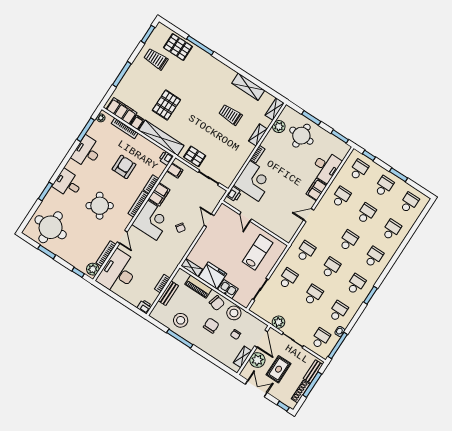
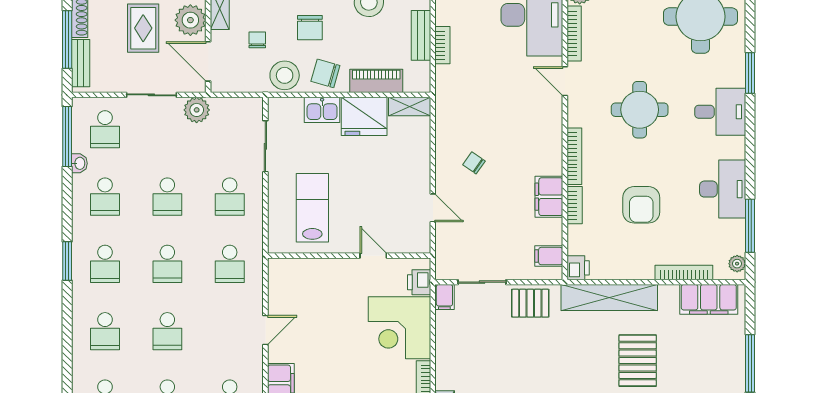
filing cabinet: (137, 122) -> (444, 297), moved
round table: (100, 206) -> (640, 110), turned 33
corner desk: (152, 220) -> (532, 144), removed
lab bench: (258, 252) -> (312, 208), turned 180

